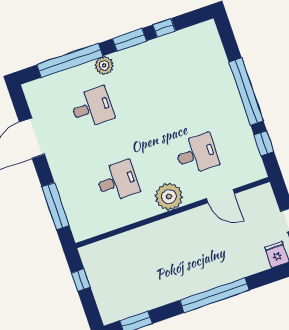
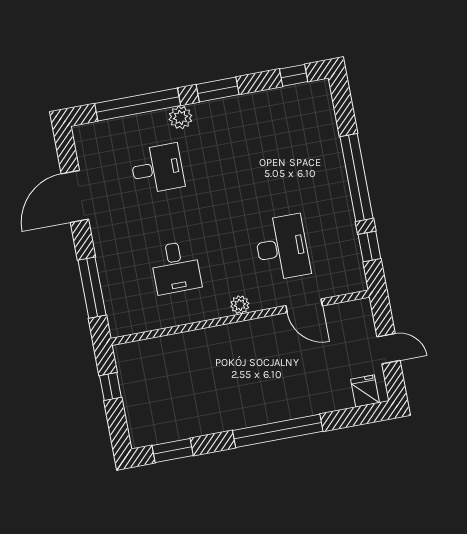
window: (164, 28) -> (294, 75), moved
desk: (197, 154) -> (282, 248), width x1.37
desk: (118, 181) -> (176, 267), turned 90
plant: (169, 197) -> (240, 305), width x0.53, depth x0.53

